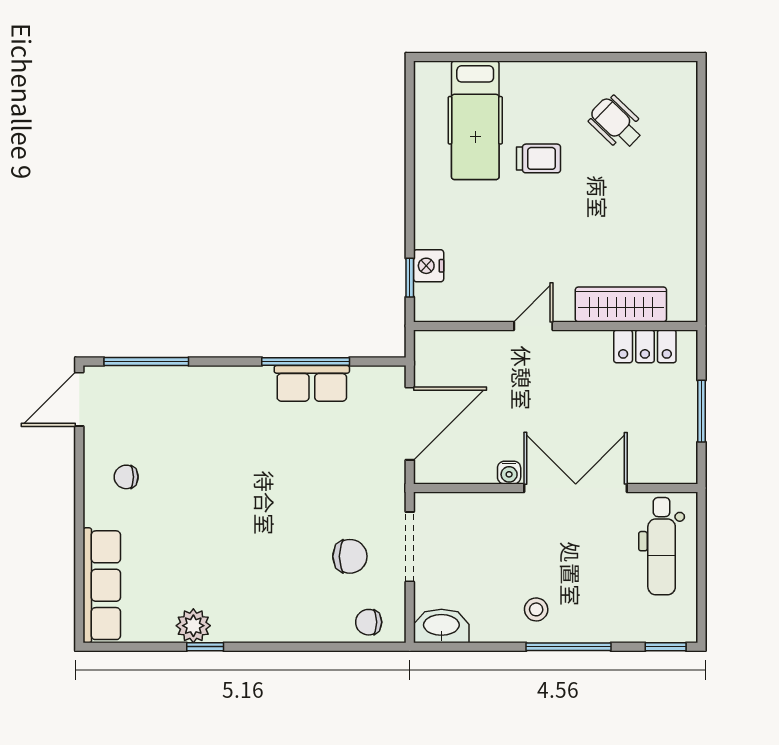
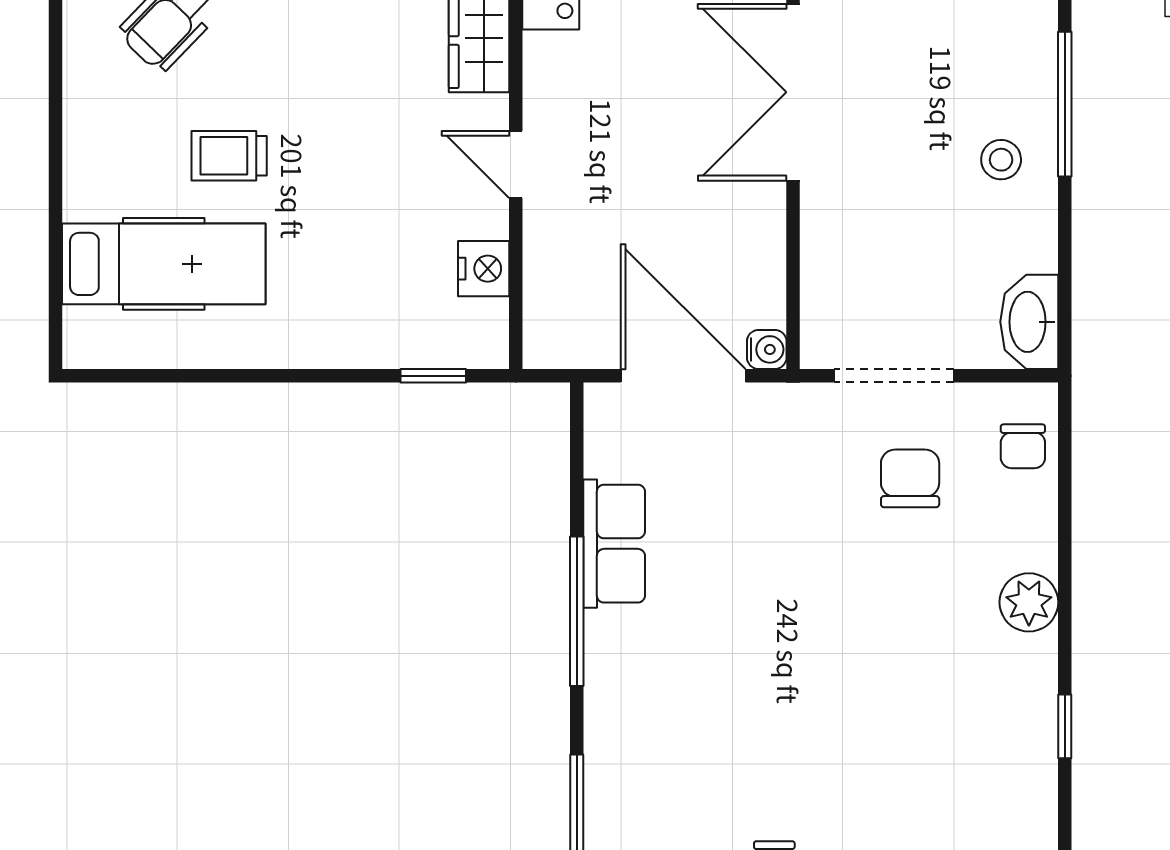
trolley: (538, 158) -> (229, 156), turned -90
nightstand: (429, 266) -> (484, 269), moved, turned -90
window: (306, 362) -> (577, 611), moved
water cooler: (509, 473) -> (767, 349), moved
plant: (193, 626) -> (1029, 602), moved

